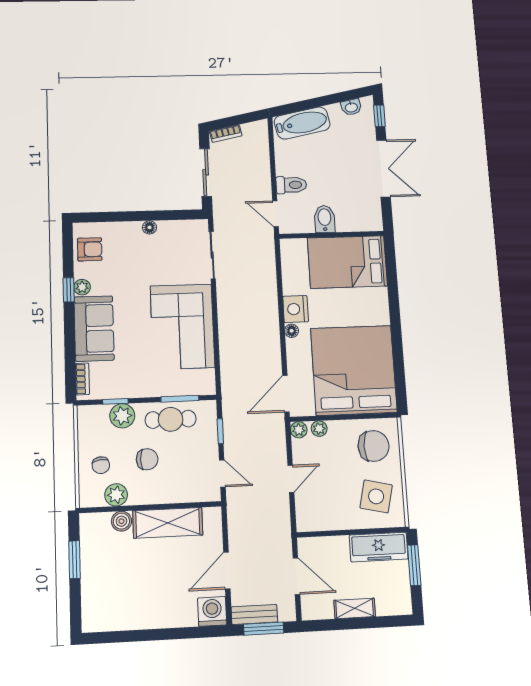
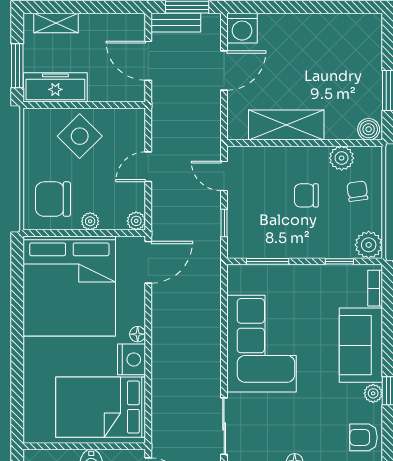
bed: (347, 262) -> (101, 407), moved, turned 180
plant: (122, 416) -> (369, 245), moved
cafe table: (171, 419) -> (279, 239), removed
plant: (319, 429) -> (90, 221), moved
side table: (376, 496) -> (80, 136), moved, turned 32
boiler: (121, 521) -> (369, 129), moved
shelving: (355, 608) -> (56, 23), moved
bench: (254, 614) -> (176, 23), moved

